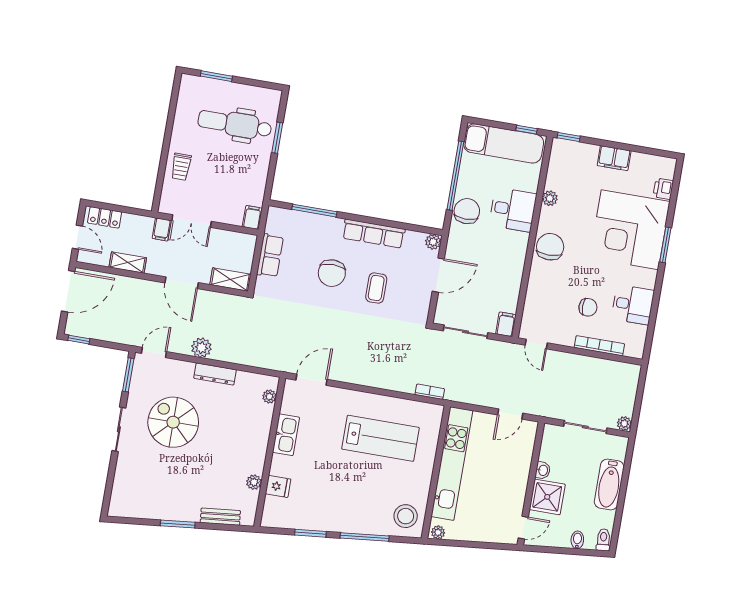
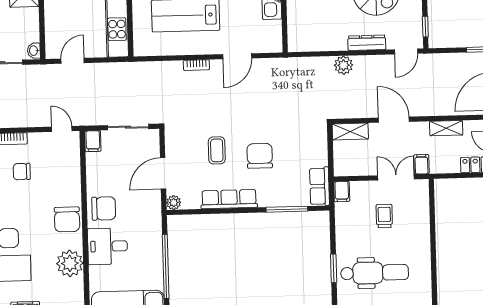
trolley: (181, 167) -> (384, 216), moved
plant: (550, 198) -> (70, 263), width x1.88, depth x1.88
chair: (467, 211) -> (104, 208), moved, turned -90
row of seats: (270, 255) -> (319, 186), moved
plant: (201, 348) -> (344, 65), moved
dresser: (215, 374) -> (367, 43), moved
window: (128, 375) -> (425, 27), width x0.67
door: (311, 380) -> (237, 56), moved
bookcase: (430, 392) -> (196, 65), moved
plant: (269, 397) -> (294, 33), removed
washbasin: (543, 470) -> (34, 51), moved

